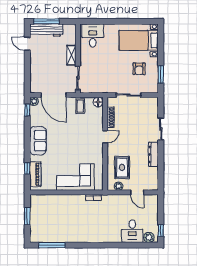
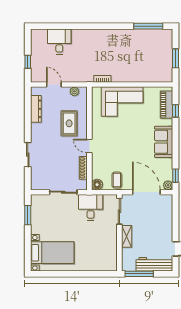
window: (47, 21) -> (139, 274), moved
desk: (93, 35) -> (91, 207), moved, turned 180
armchair: (139, 69) -> (52, 221), removed
door: (105, 137) -> (89, 146), hinge flipped
dresser: (153, 154) -> (36, 109), moved
rug: (122, 167) -> (69, 123), moved
window: (161, 231) -> (28, 62), moved
plant: (149, 237) -> (41, 35), removed

